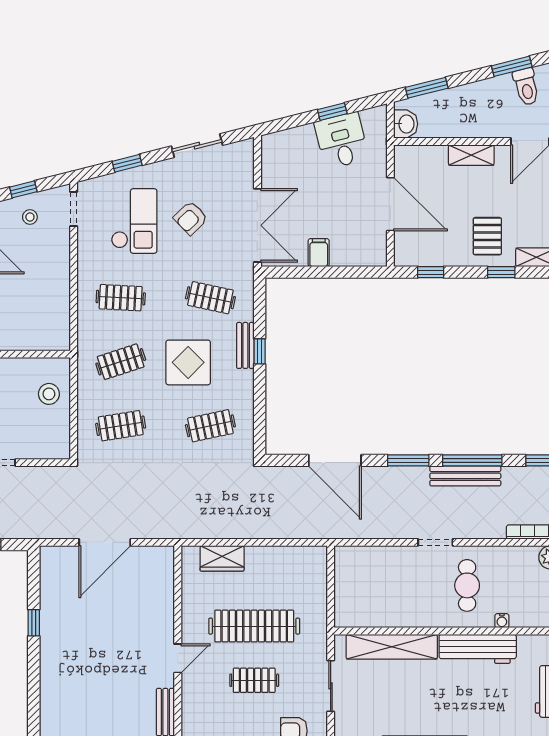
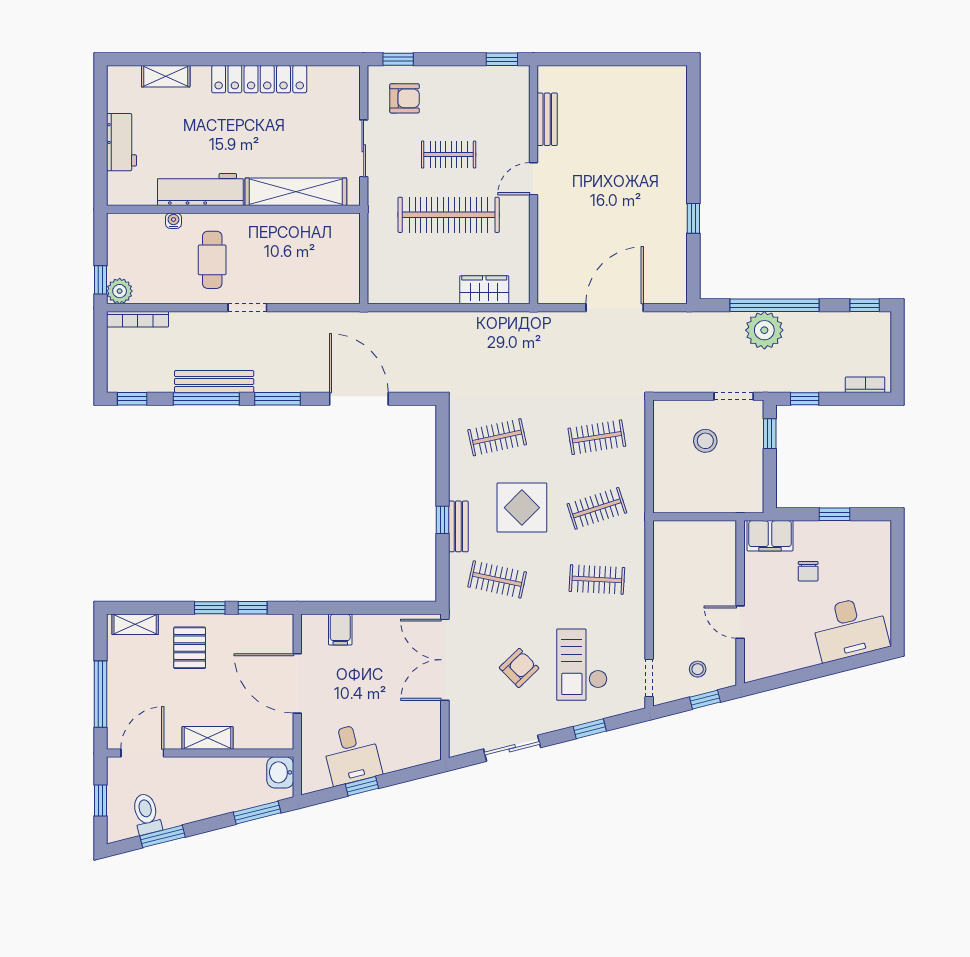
filing cabinet: (319, 253) -> (340, 630), moved
window: (501, 272) -> (210, 608), moved
stool: (49, 394) -> (705, 441), moved

